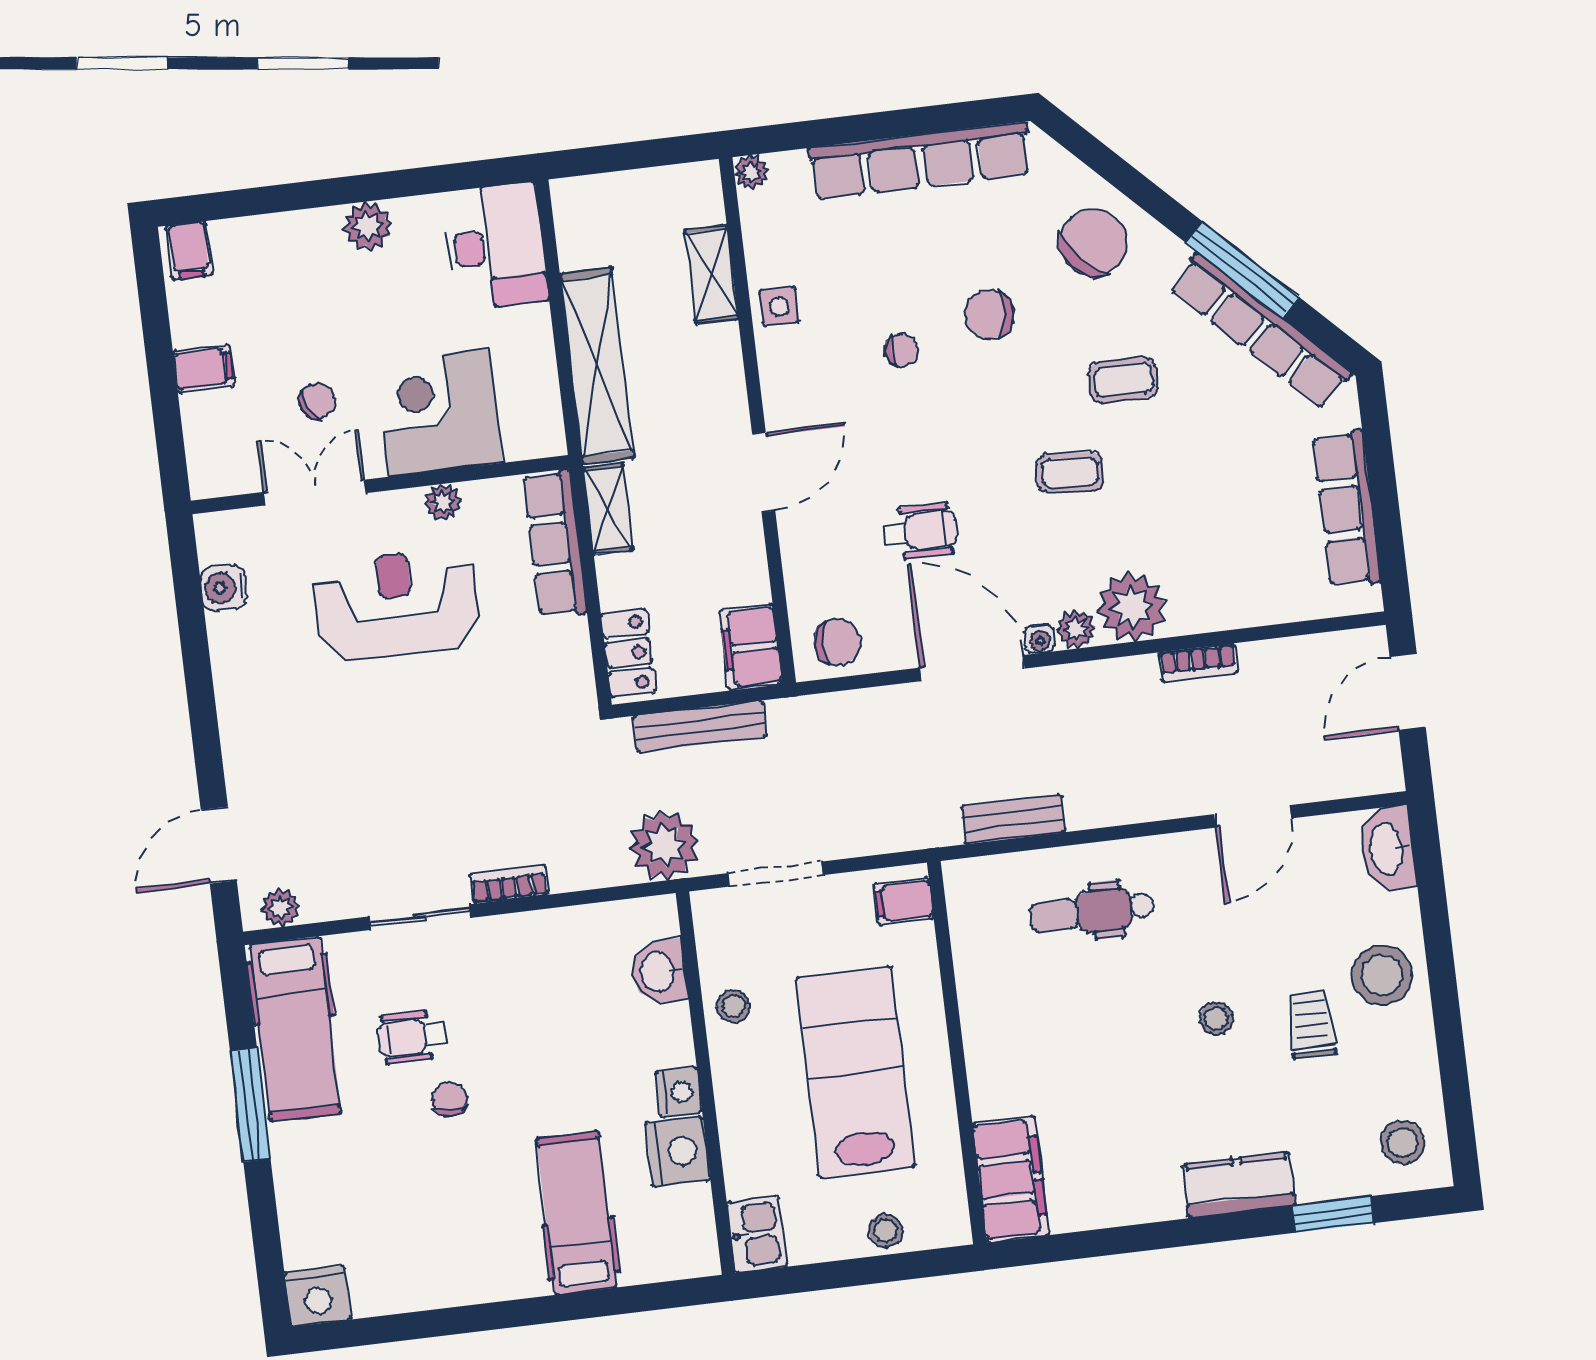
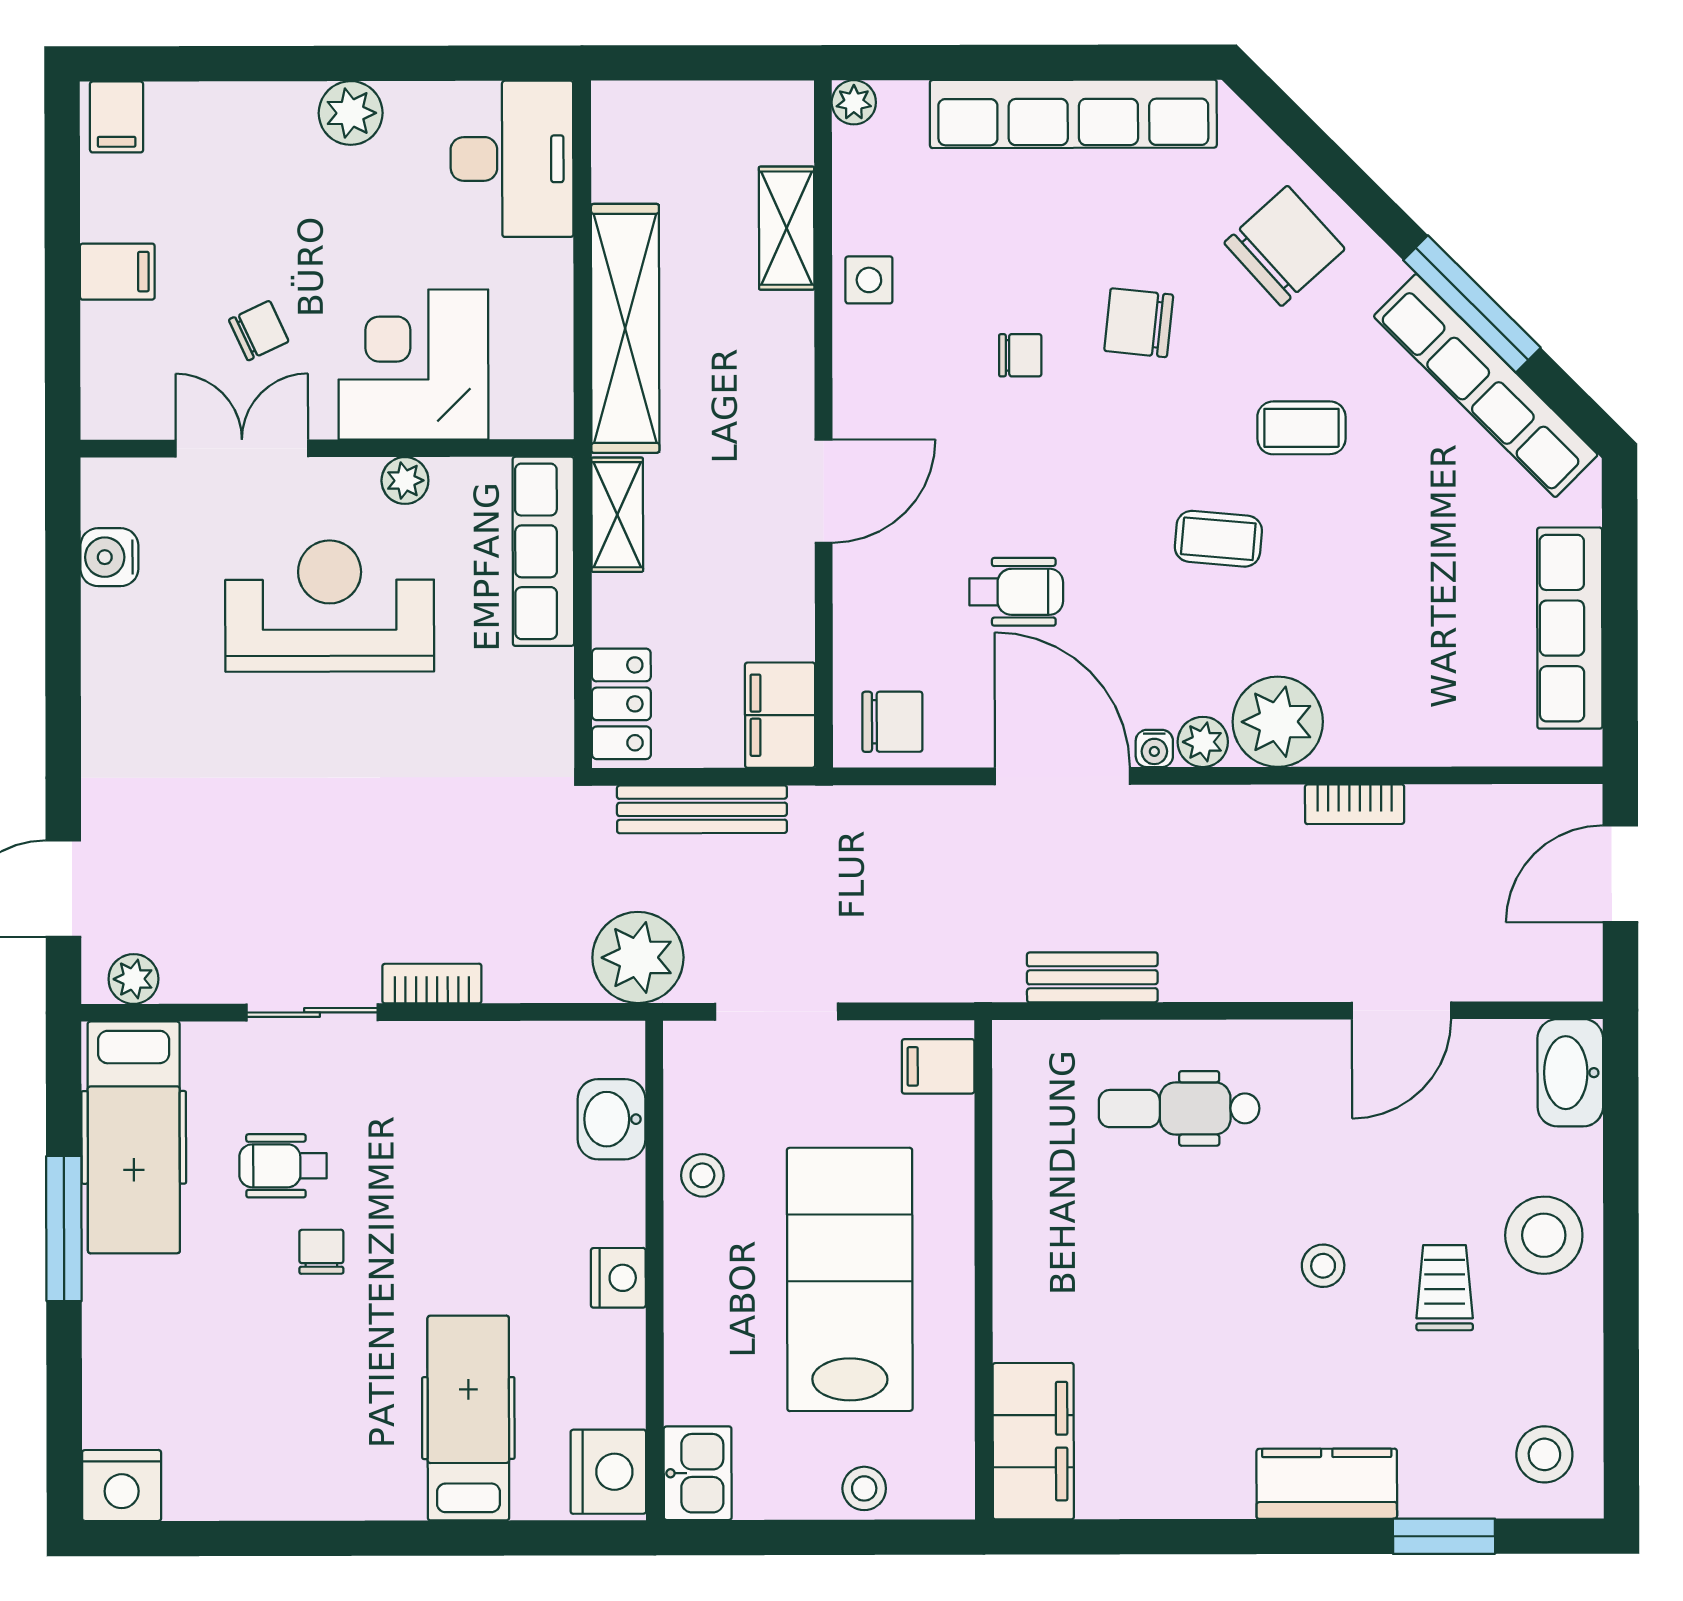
nightstand: (678, 1152) -> (608, 1472), moved

